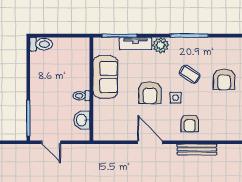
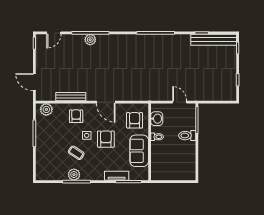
toilet: (41, 44) -> (187, 136), moved
plant: (161, 45) -> (74, 175), moved
armchair: (224, 79) -> (135, 120), moved
plant: (230, 132) -> (46, 109), added

